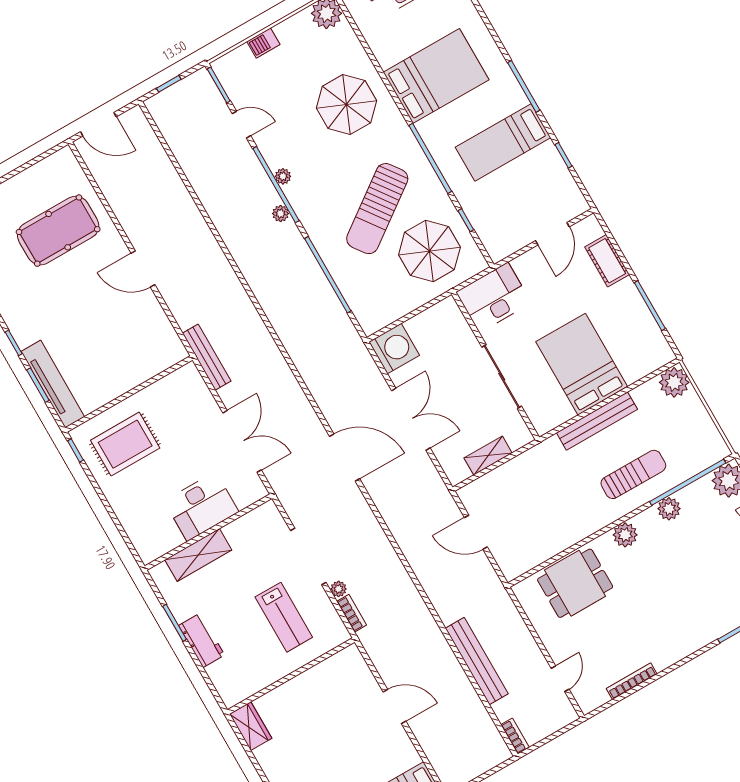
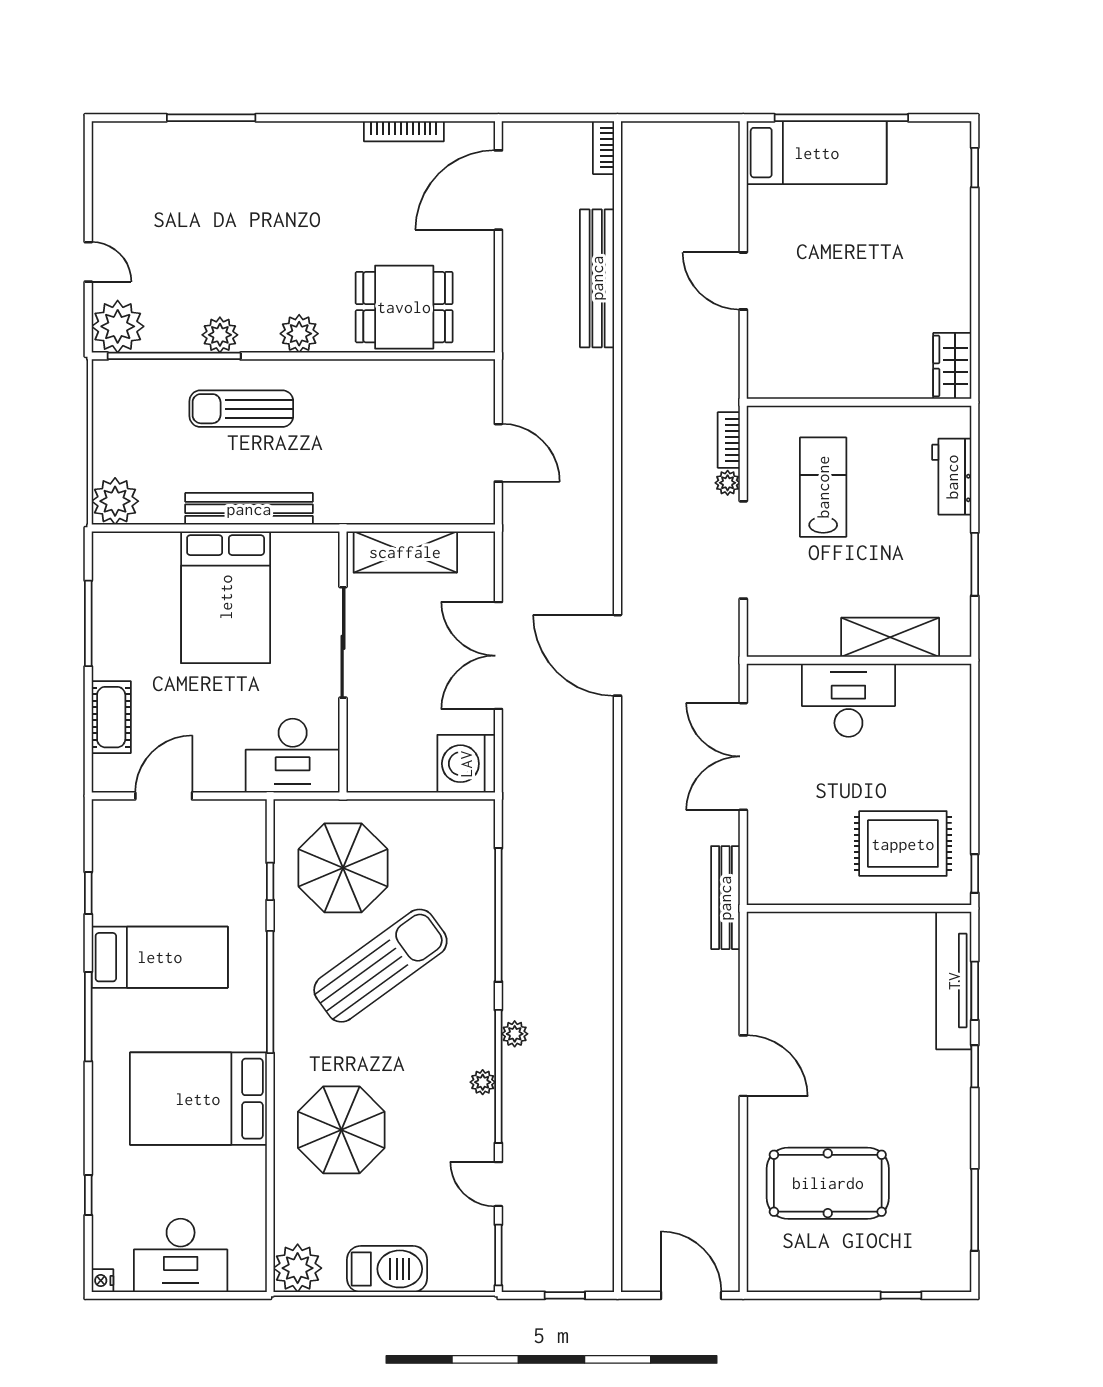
barbecue: (263, 43) -> (387, 1269), width x1.88, depth x1.53
shelving: (488, 456) -> (405, 552), width x1.50, depth x1.33
workbench: (202, 640) -> (952, 477), moved
door: (560, 679) -> (498, 190), width x1.87

